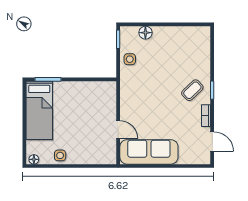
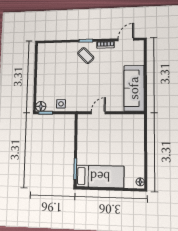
floor lamp: (145, 33) -> (41, 106), moved
door: (118, 130) -> (98, 113), moved
side table: (60, 155) -> (137, 160), removed

